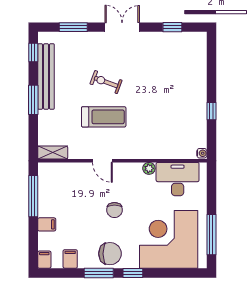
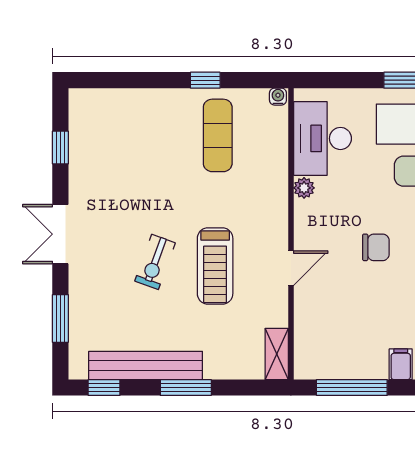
treadmill: (104, 117) -> (215, 266), turned 180
exercise mat: (179, 118) -> (218, 135), added

